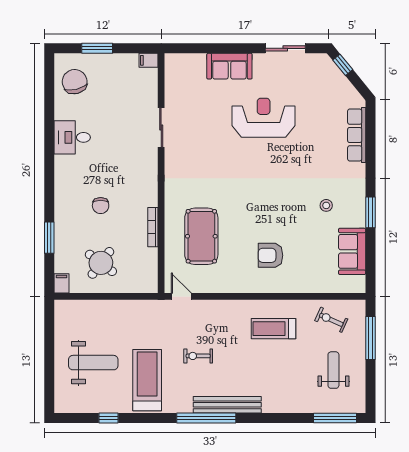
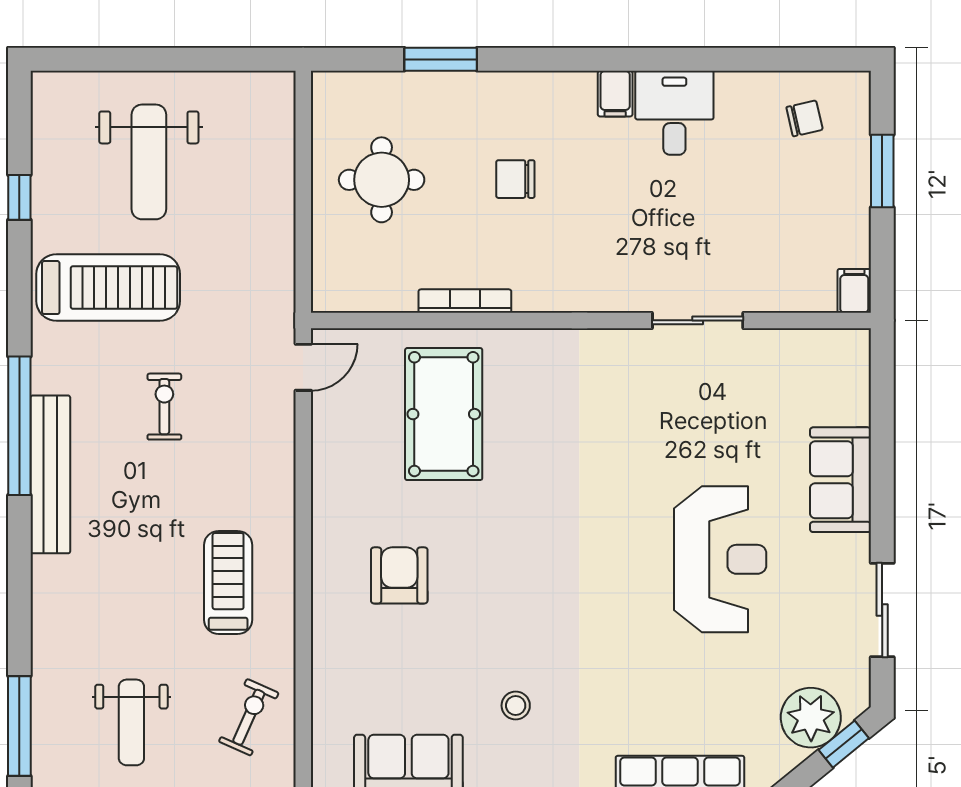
plant: (331, 79) -> (811, 718), added
chair: (75, 82) -> (804, 118), width x0.54, depth x0.54
pool table: (201, 236) -> (444, 414), turned 90
round table: (101, 263) -> (382, 180), turned -37
filing cabinet: (62, 283) -> (615, 94), moved, turned 90
weight bench: (333, 370) -> (131, 722), turned 90

